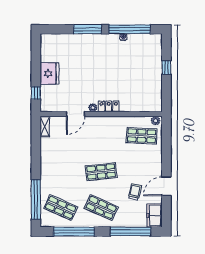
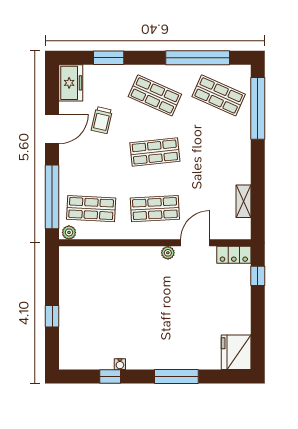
window: (130, 29) -> (110, 376), width x0.32
fridge: (50, 73) -> (236, 352), moved
locker: (109, 106) -> (234, 255), moved
shelving: (45, 127) -> (243, 201), moved
shop shelf: (101, 136) -> (155, 209), added
window: (166, 143) -> (52, 197), added
window: (130, 231) -> (109, 58), width x0.47

